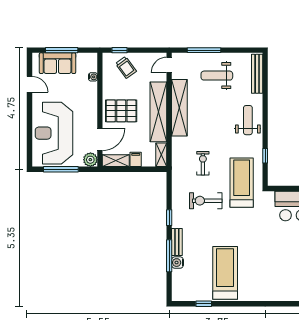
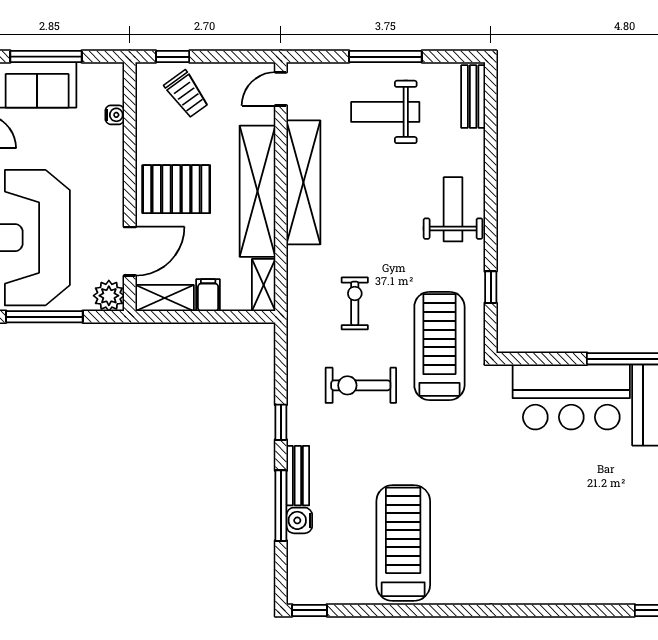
window: (204, 50) -> (385, 57), moved
bench: (257, 74) -> (473, 97), width x0.73
window: (204, 304) -> (310, 610), moved

